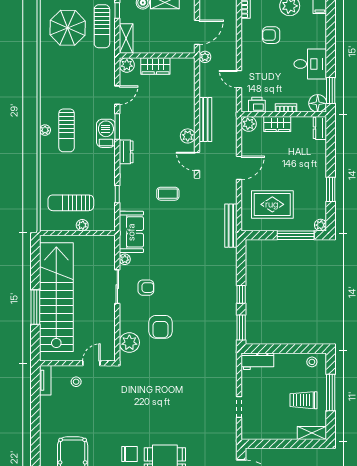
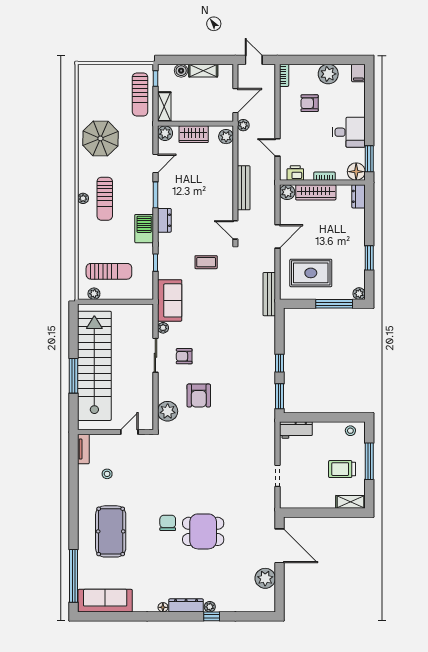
parasol: (68, 28) -> (100, 138), moved
wardrobe: (277, 124) -> (316, 192), width x1.50
barbecue: (106, 133) -> (144, 229), moved
plant: (188, 136) -> (226, 137), moved
sun lounger: (71, 203) -> (109, 271), turned 180
plant: (82, 225) -> (94, 294), moved
armchair: (146, 288) -> (184, 356), turned 180
stool: (76, 382) -> (107, 474), moved
chair: (130, 454) -> (168, 523), turned -90

